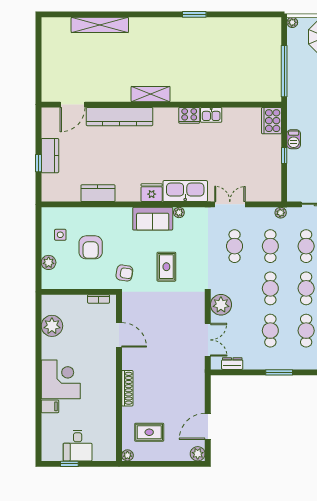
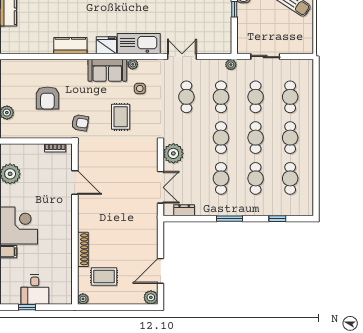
kitchen counter: (98, 193) -> (70, 46), moved
side table: (60, 235) -> (140, 89), moved
shoe rack: (127, 388) -> (83, 249), moved

